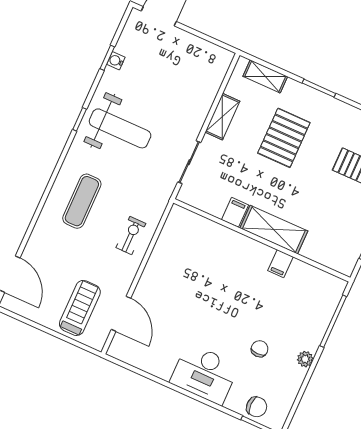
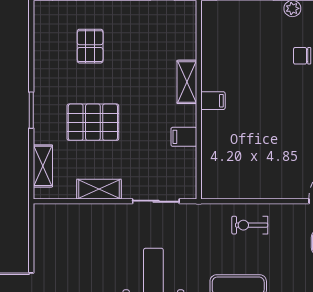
shelving: (274, 230) -> (187, 82), width x0.67, depth x0.75
filing cabinet: (280, 264) -> (213, 101), moved

